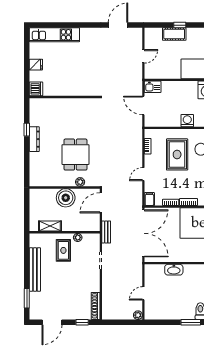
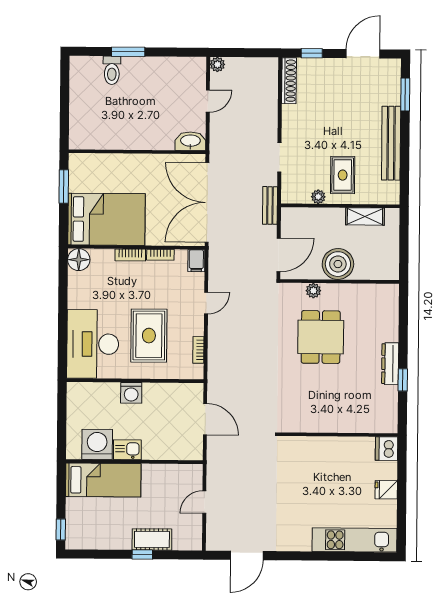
kitchen sink: (153, 87) -> (127, 450), moved
washbasin: (174, 270) -> (190, 141), moved

